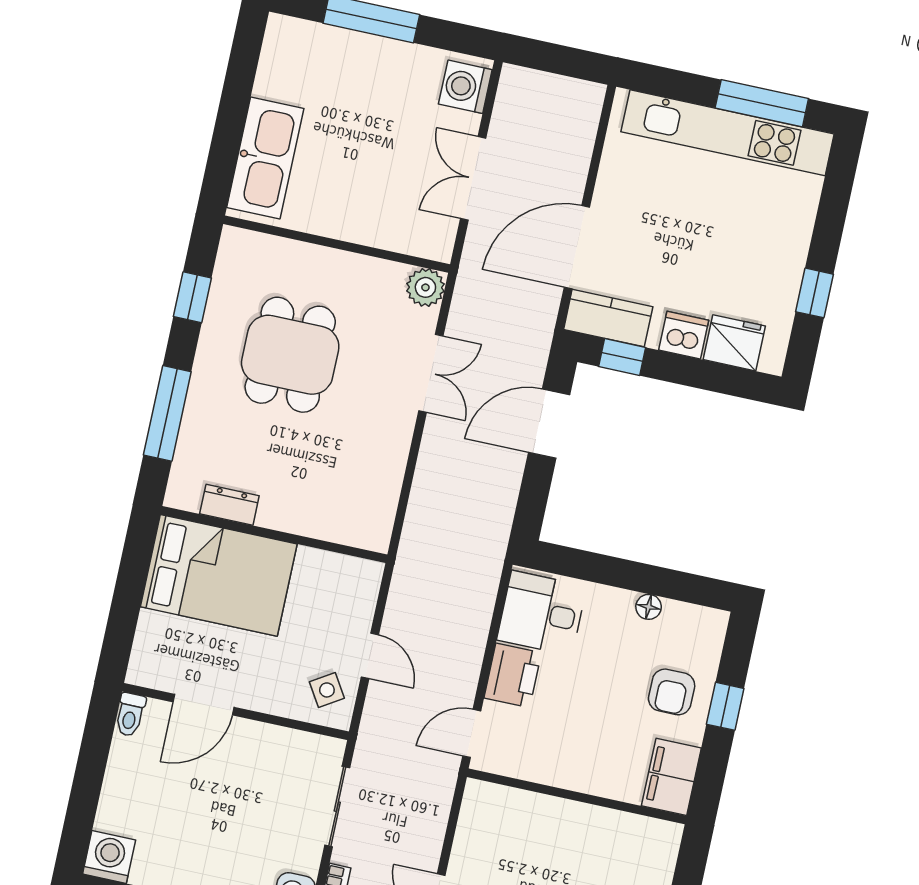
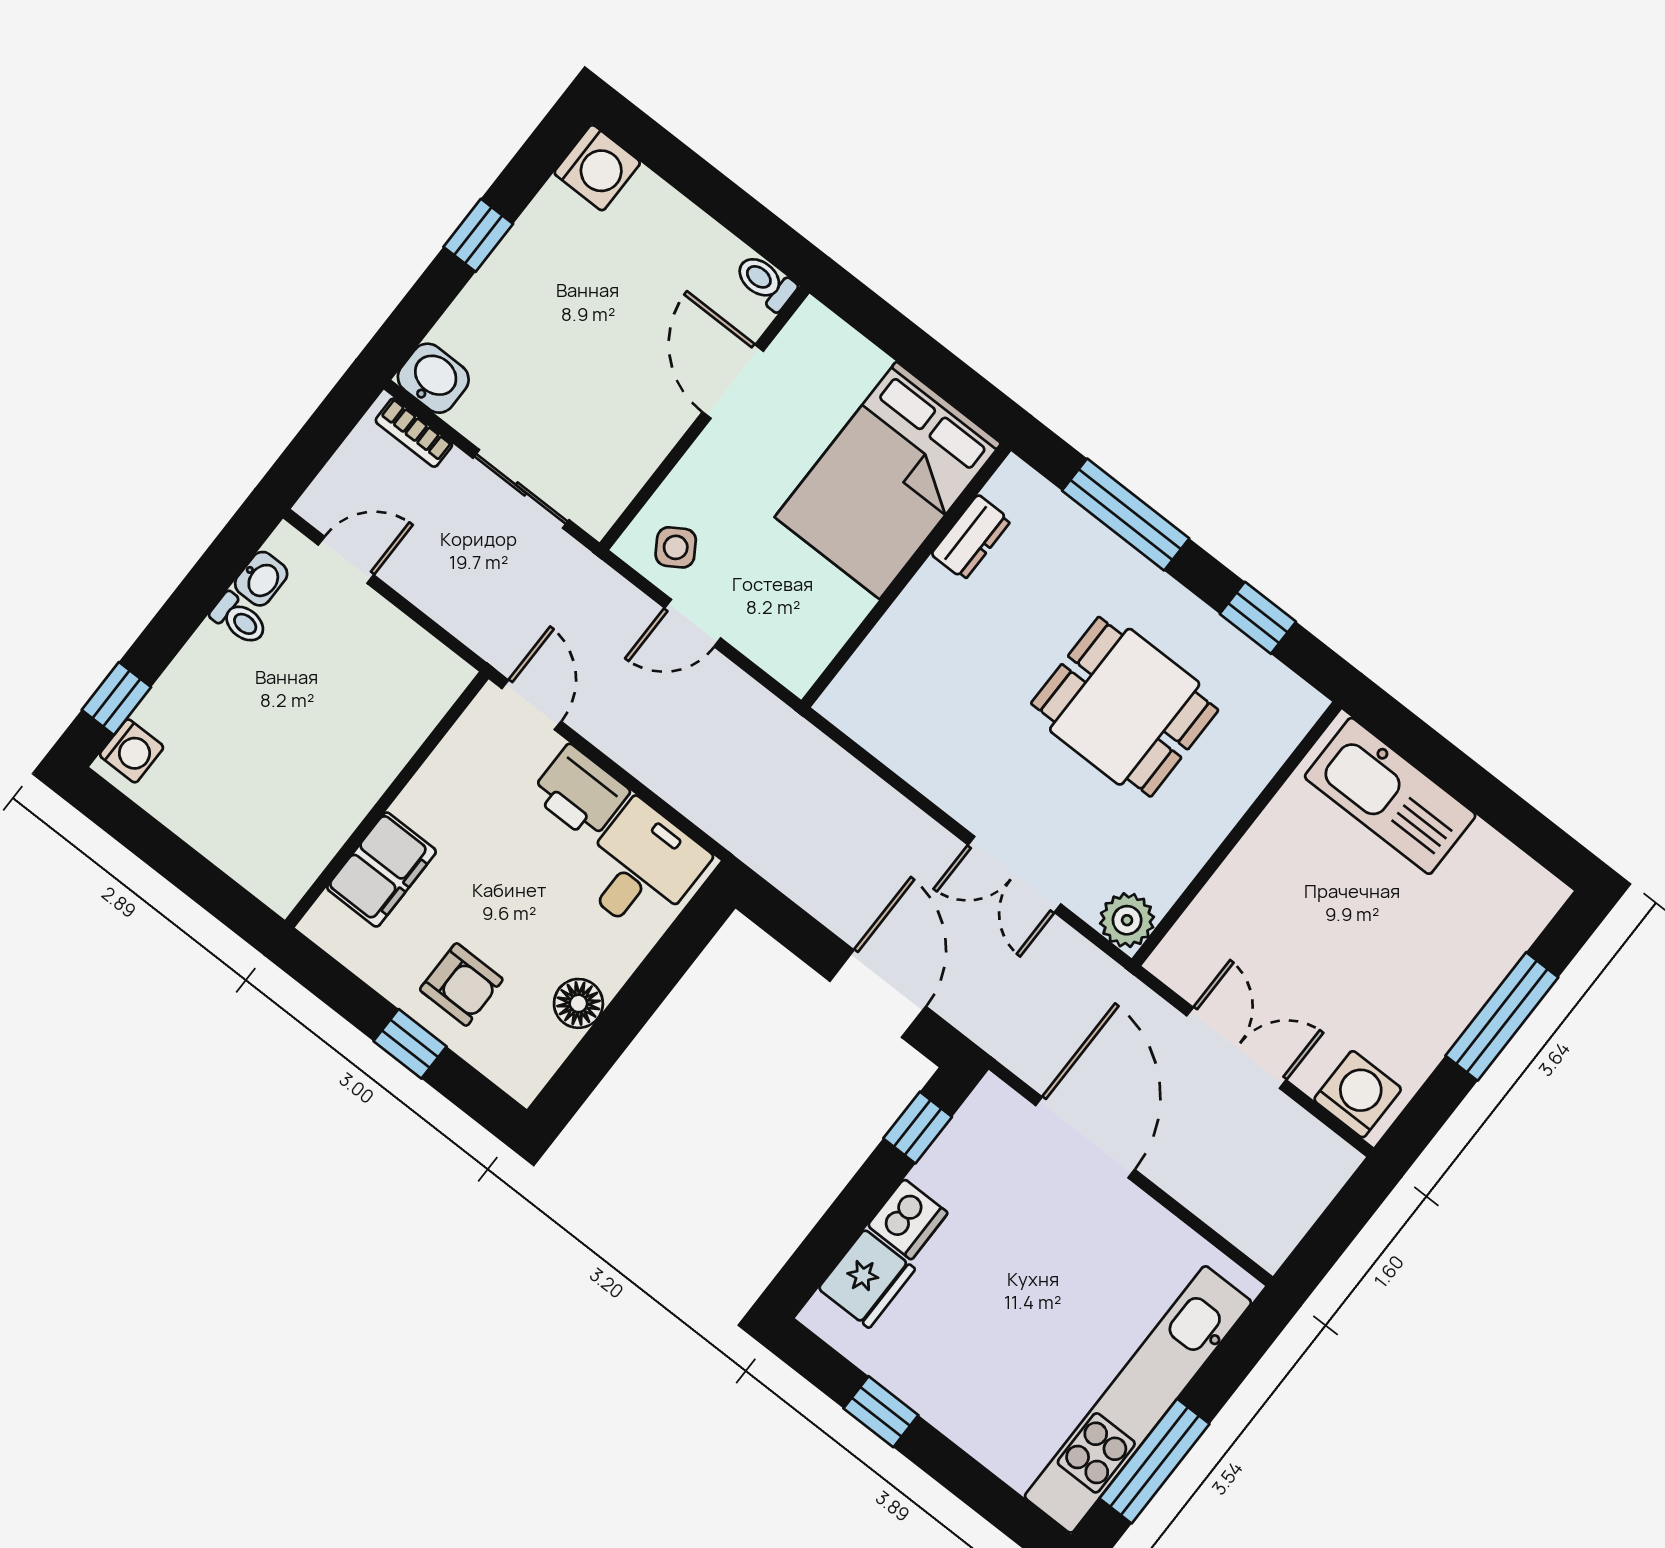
kitchen counter: (608, 318) -> (976, 1134), removed
floor lamp: (649, 607) -> (578, 1003), width x1.37, depth x1.37
armchair: (672, 692) -> (461, 985), turned 180
filing cabinet: (671, 777) -> (381, 870), moved, turned 90

